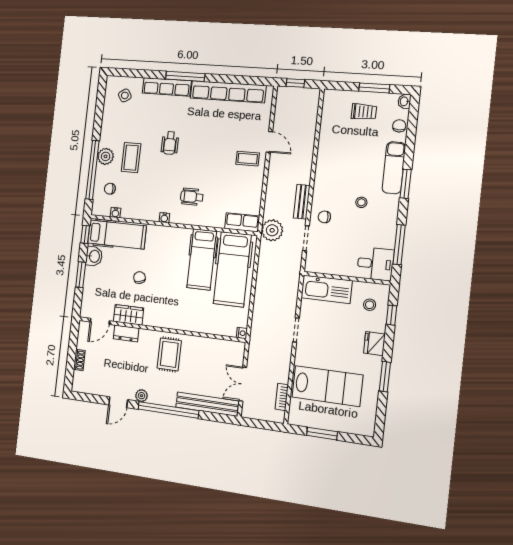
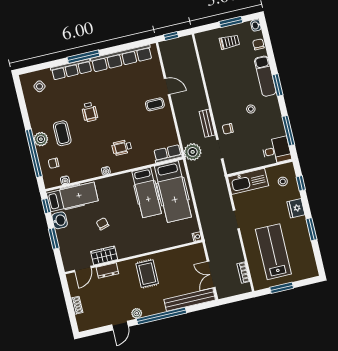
lab bench: (327, 386) -> (273, 252), turned -90

